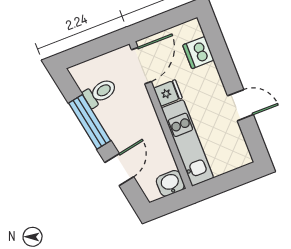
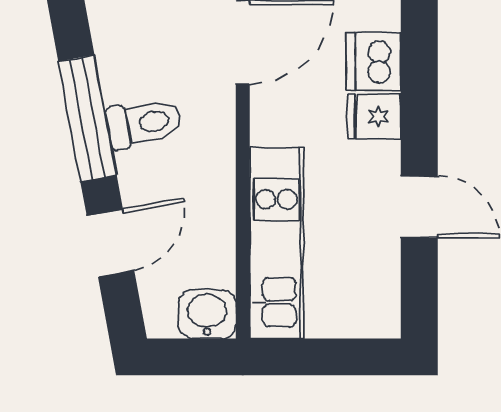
toilet: (100, 93) -> (144, 123), moved
fridge: (168, 93) -> (374, 116), moved, turned 180

